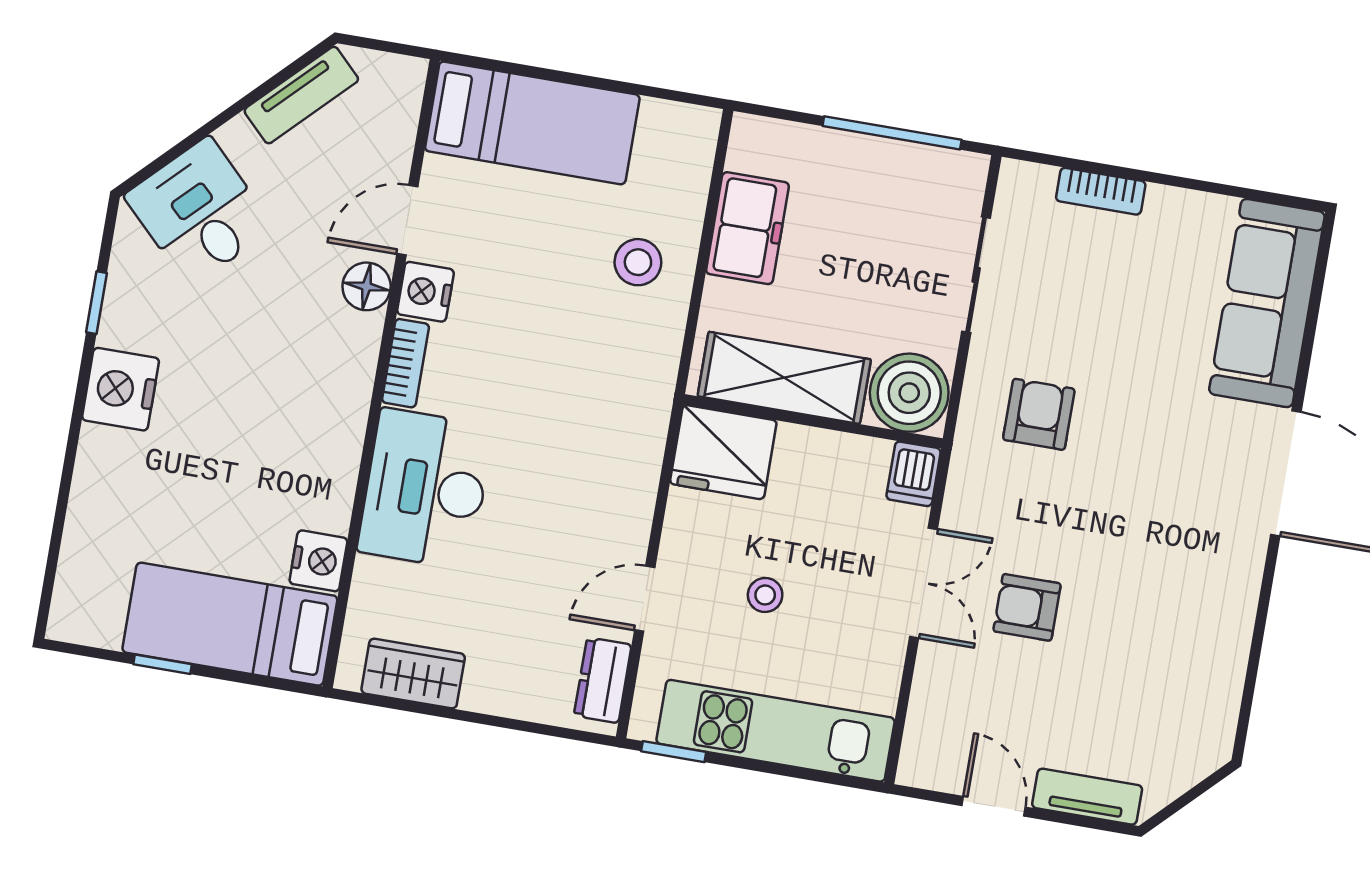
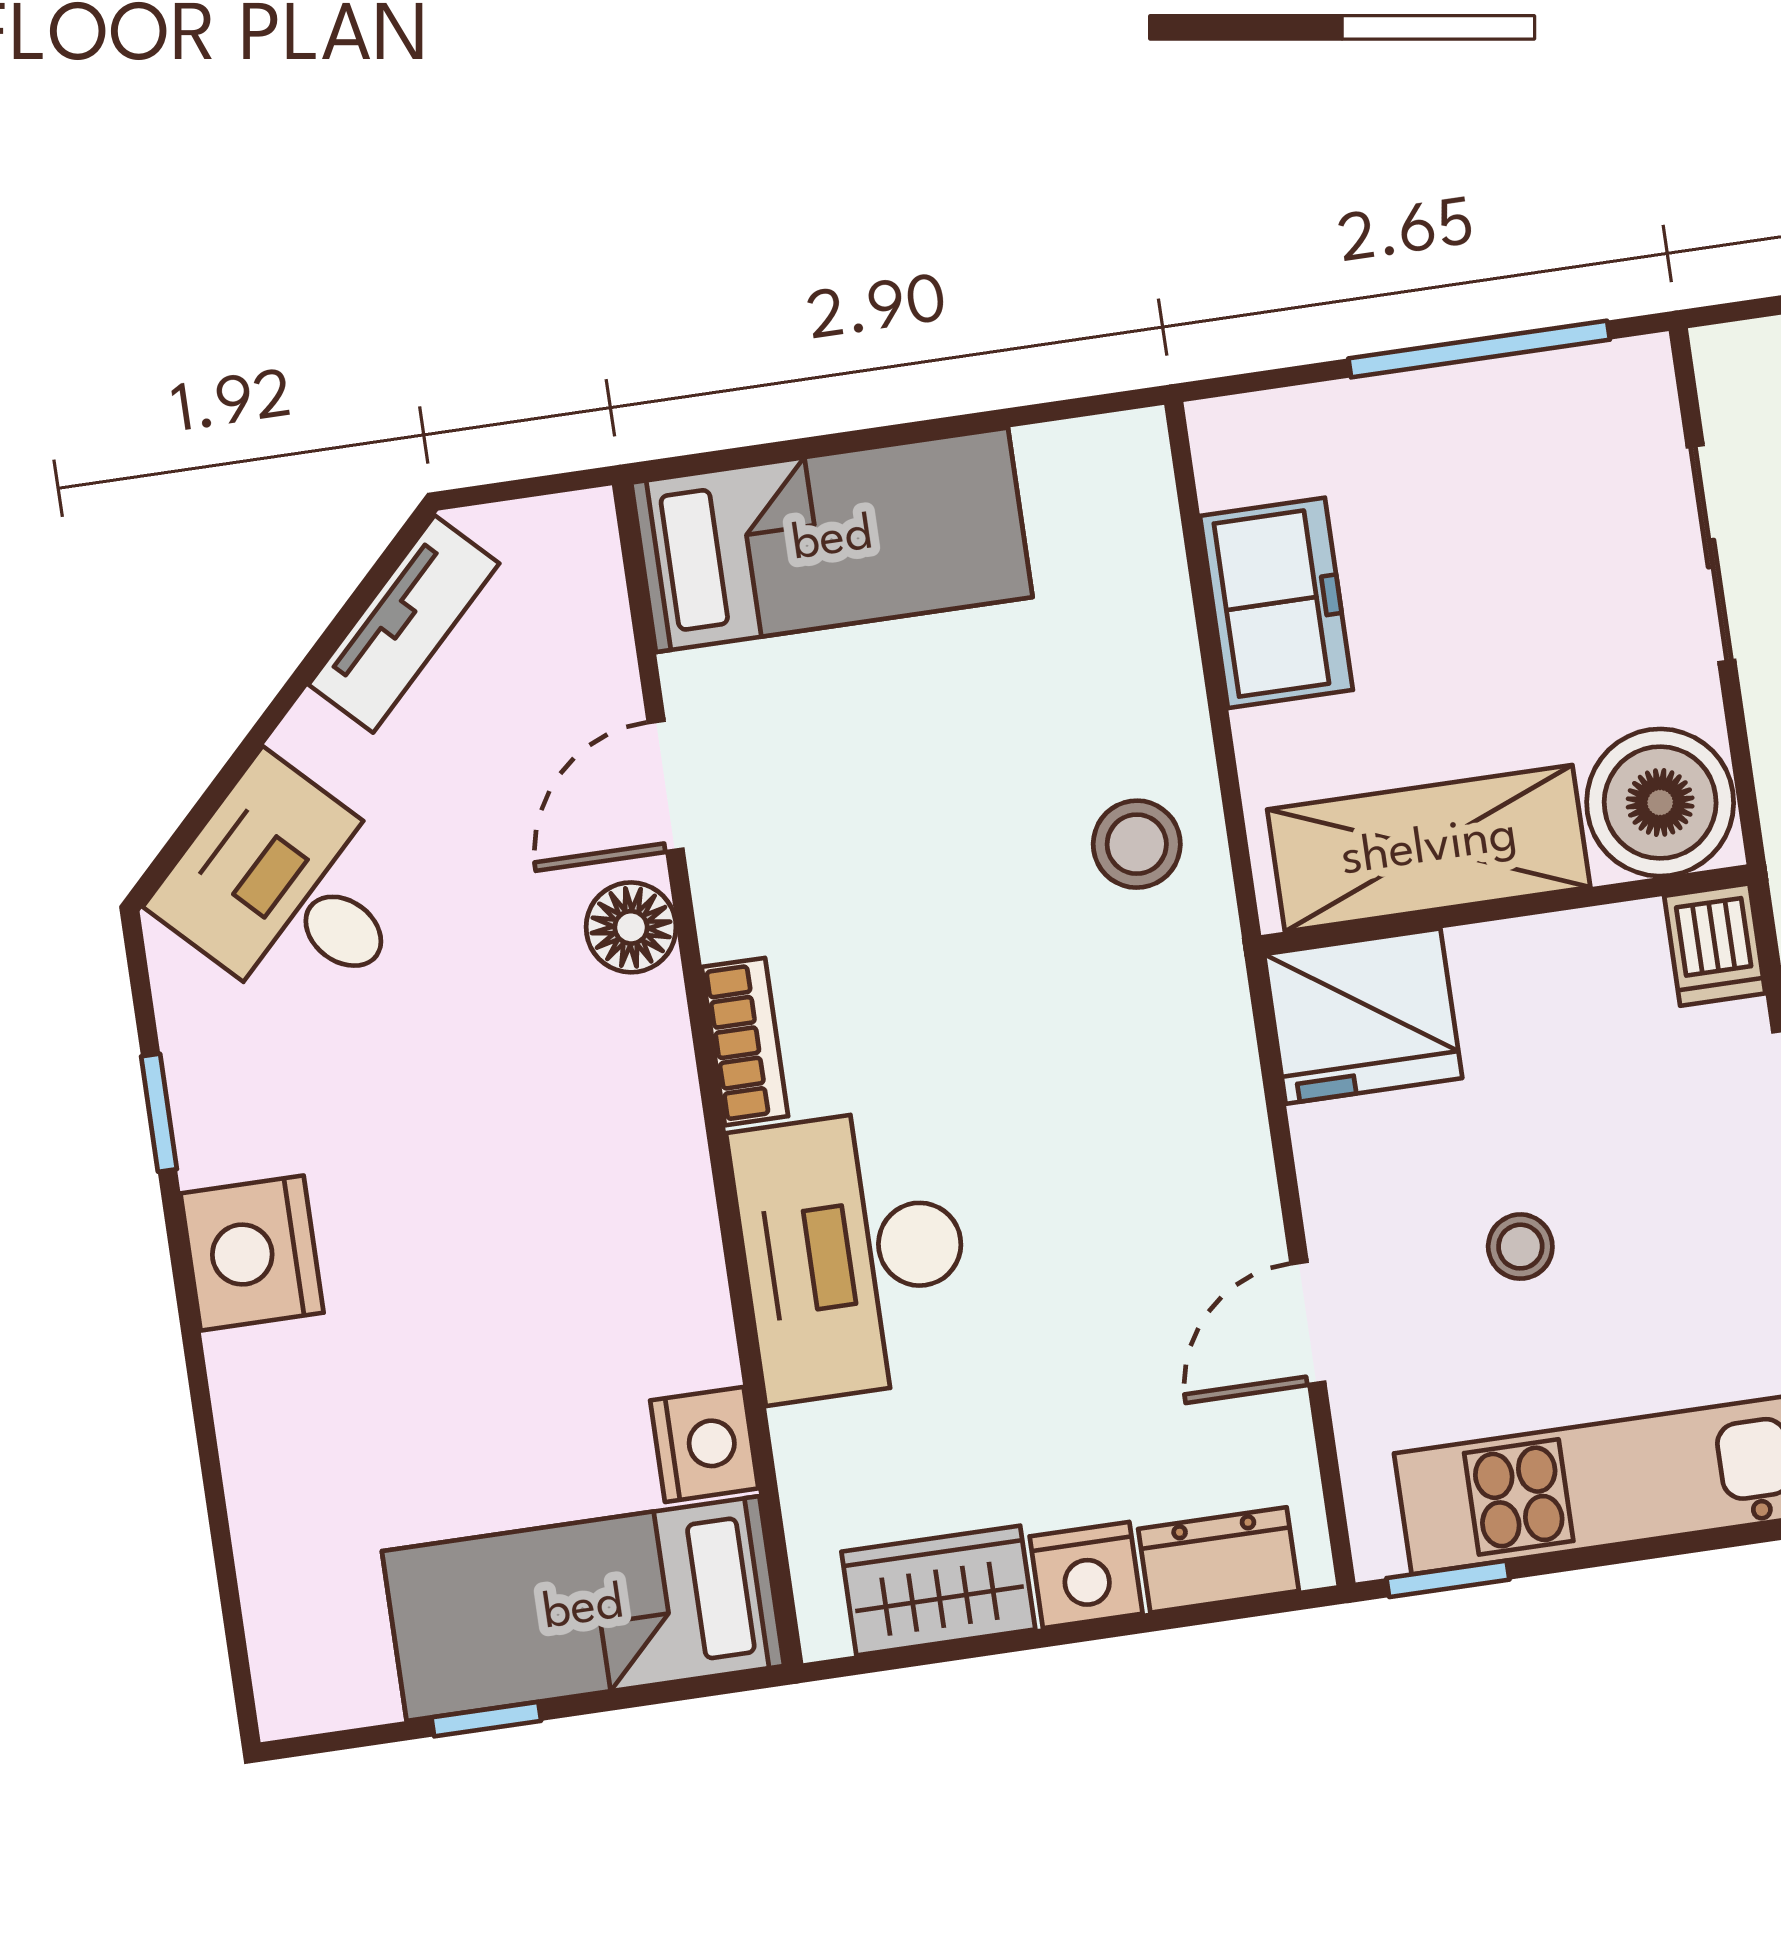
stool: (638, 262) -> (1137, 844), moved
nightstand: (425, 292) -> (1086, 1575), moved, turned -90
dresser: (603, 680) -> (1219, 1560), moved, turned 90

